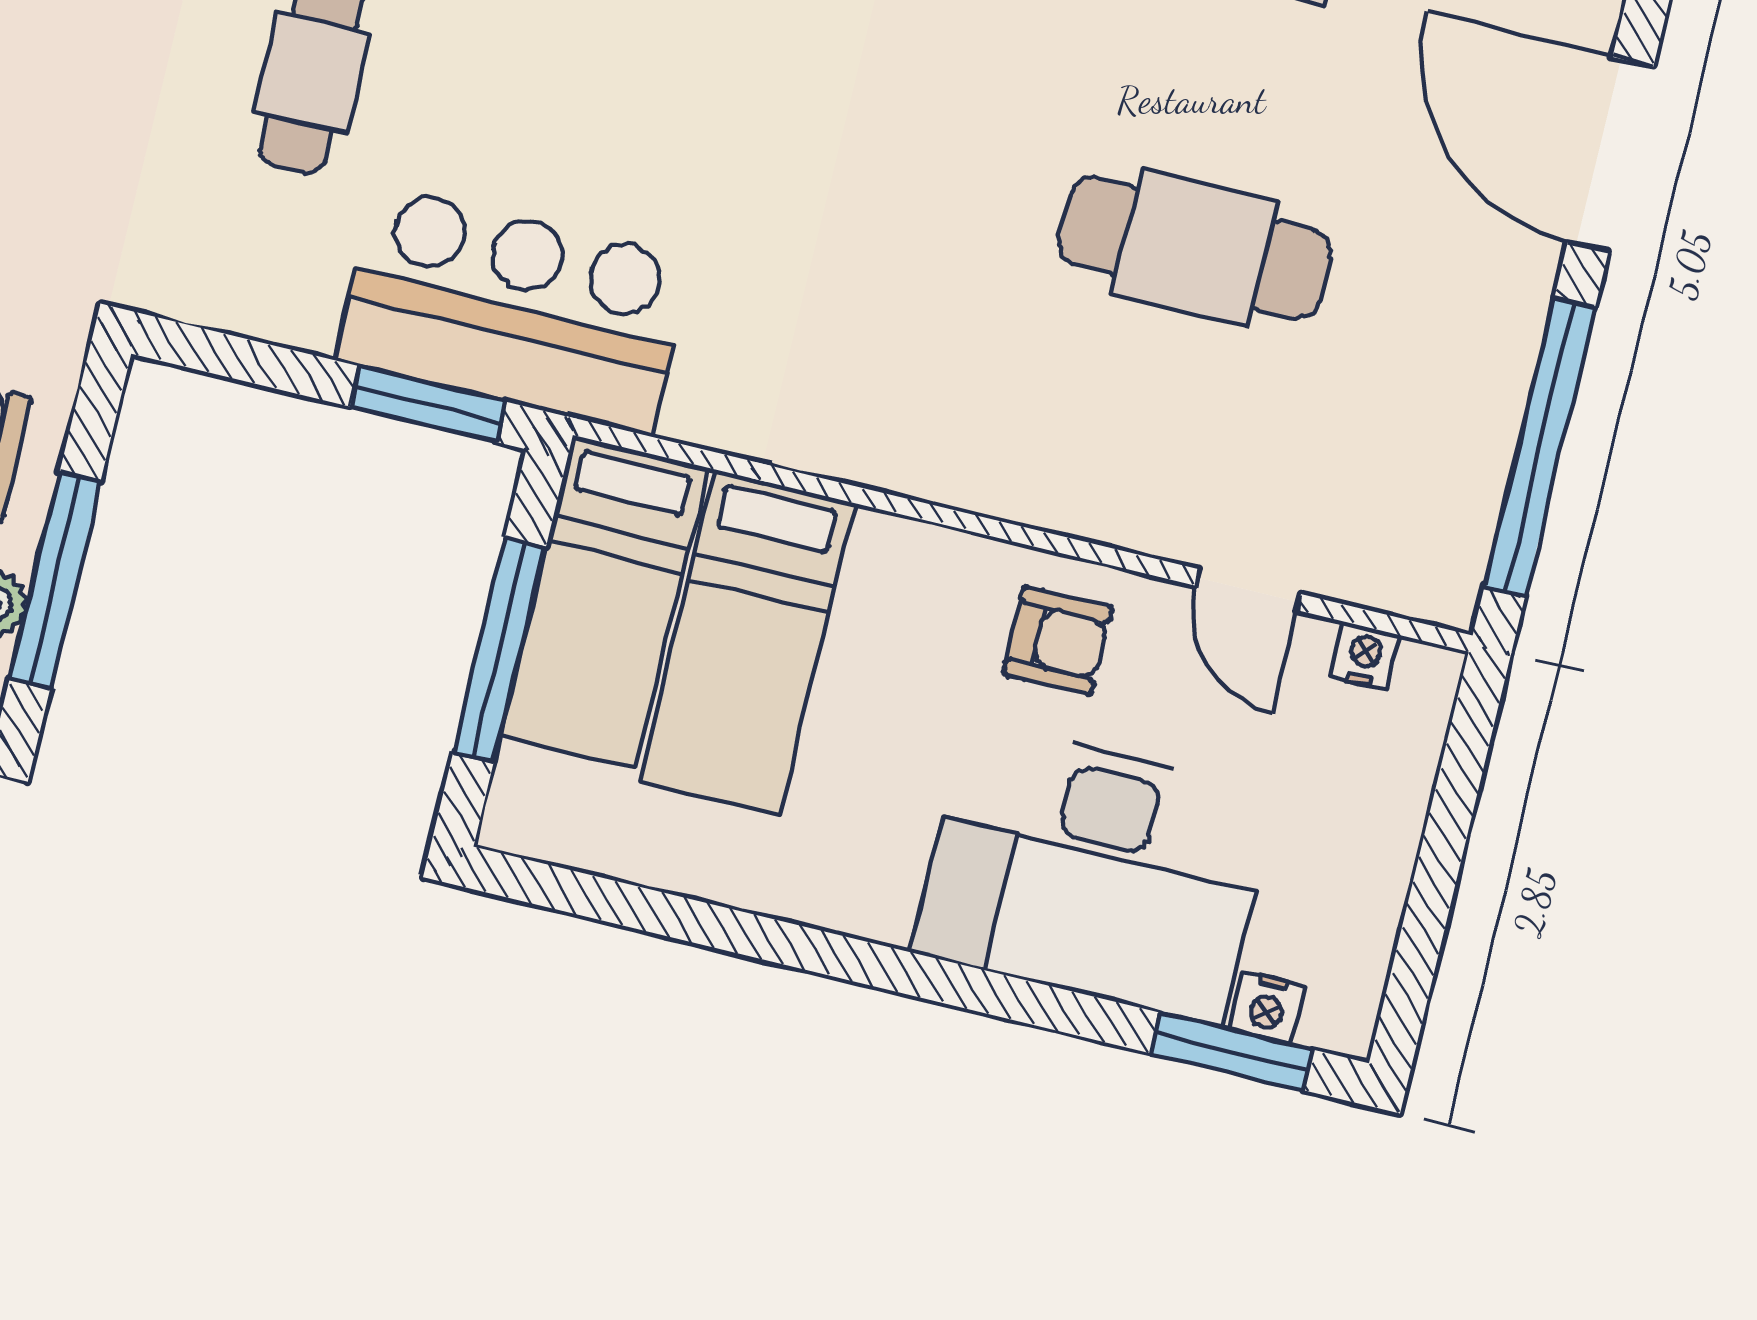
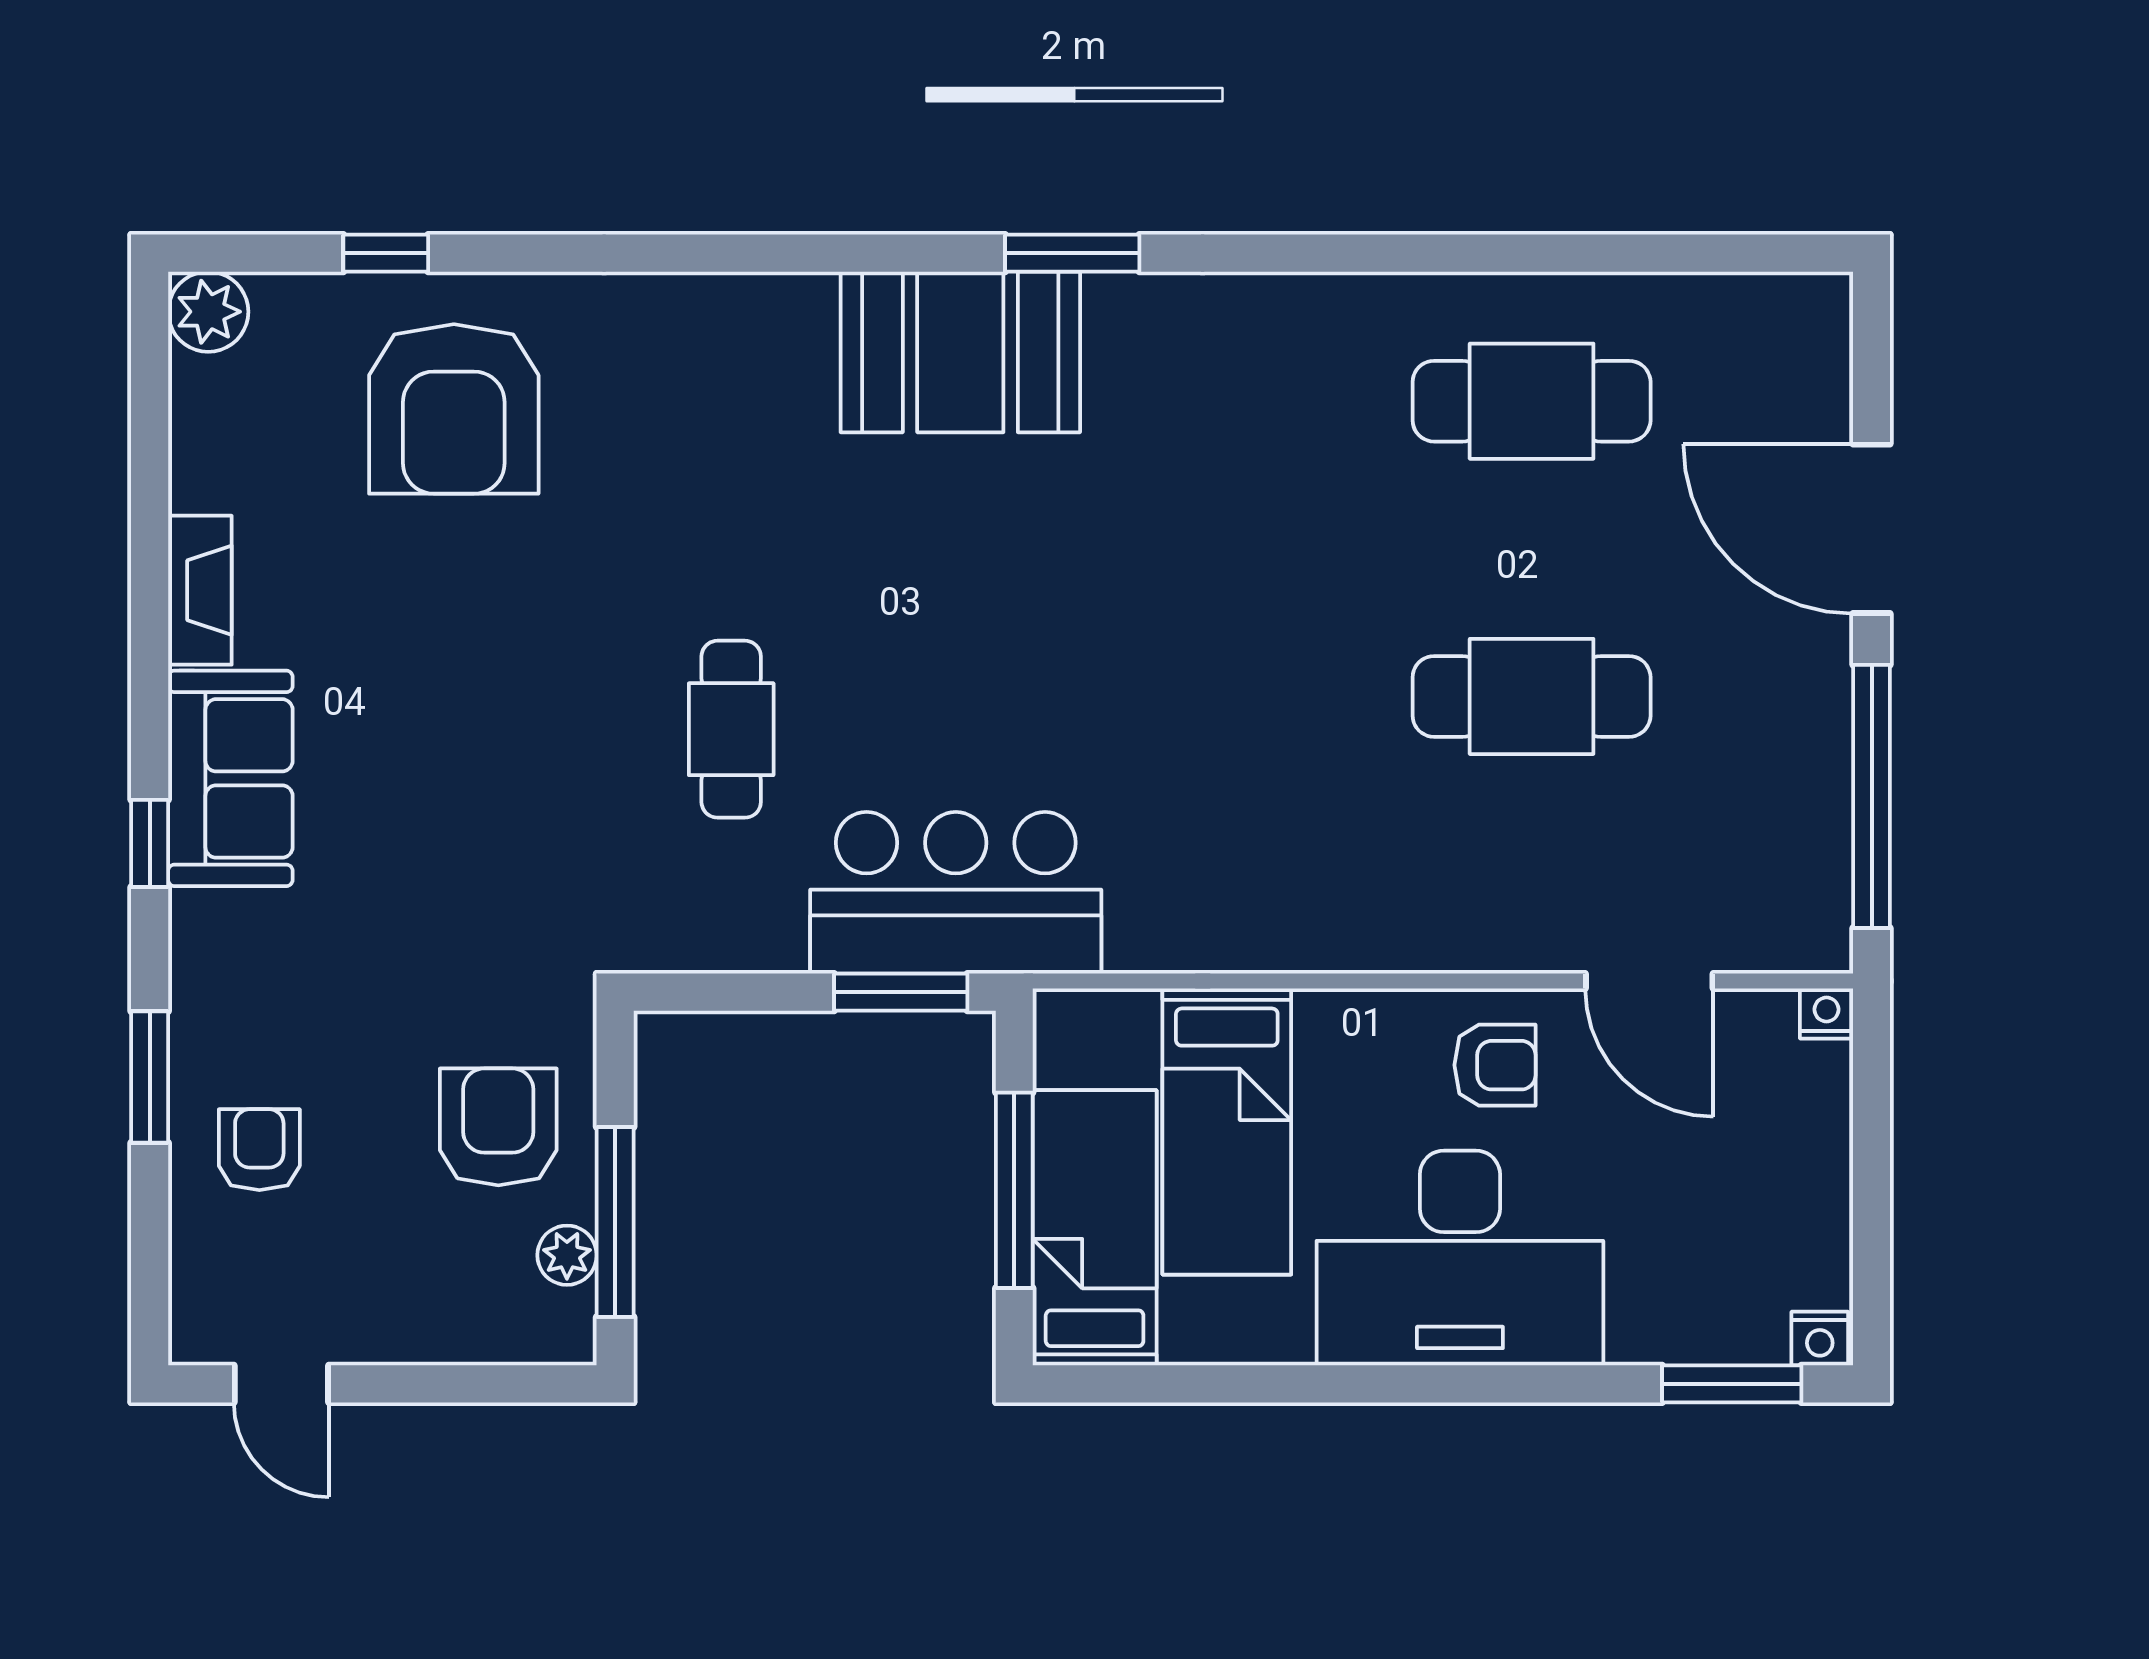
door: (1248, 590) -> (1649, 981), width x1.38
bed: (604, 602) -> (1095, 1228), moved, turned 180
nightstand: (1365, 656) -> (1826, 1014), moved
desk: (1095, 873) -> (1460, 1258), moved
nightstand: (1267, 1008) -> (1820, 1339), moved

